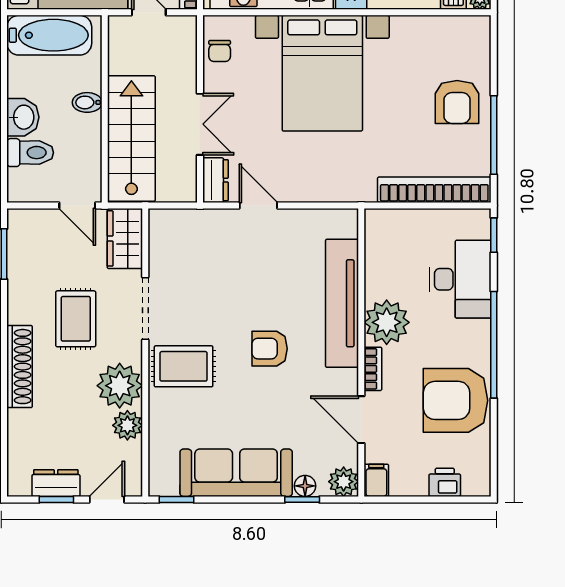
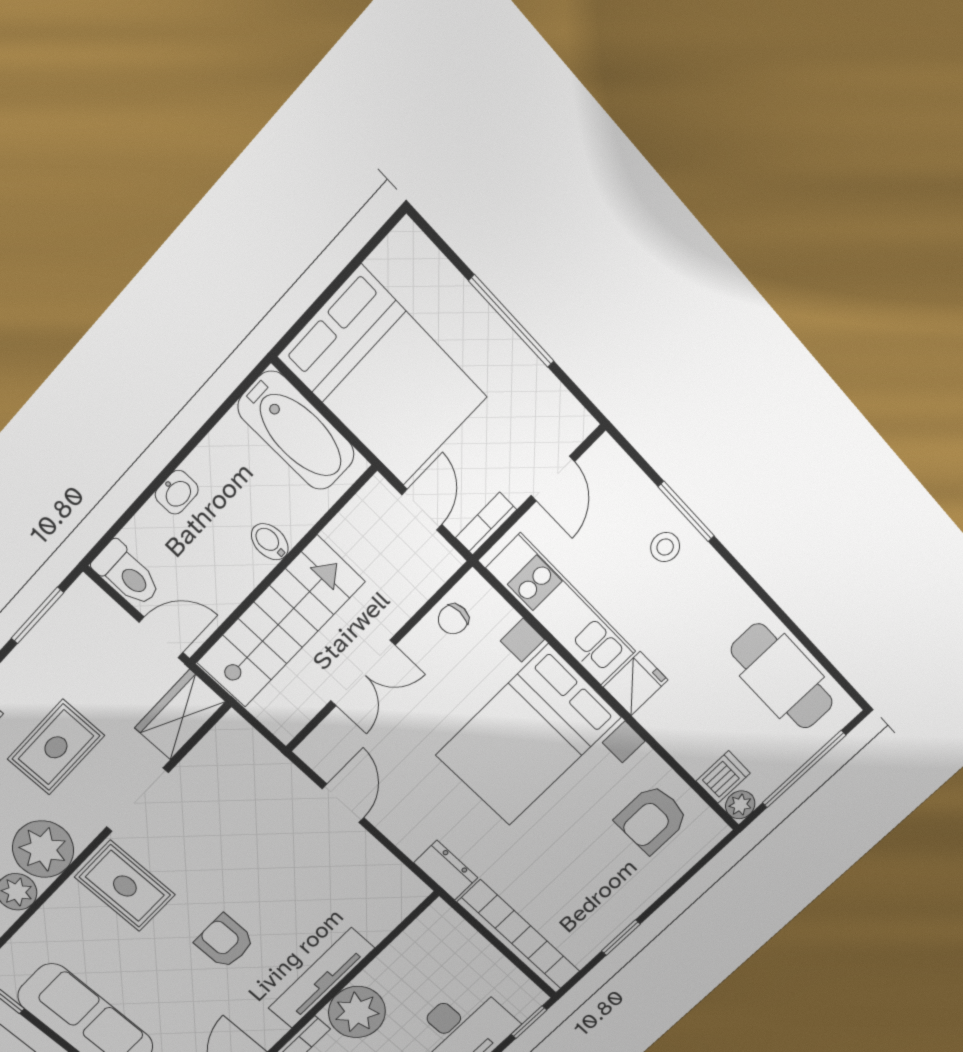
armchair: (457, 102) -> (652, 819), moved
washbasin: (23, 117) -> (177, 492), width x0.72, depth x0.69
window: (494, 135) -> (621, 938), width x0.46
toilet: (30, 153) -> (127, 574), moved
dresser: (215, 180) -> (446, 870), moved, turned -90
door: (77, 205) -> (161, 637), swing flipped
tv unit: (342, 303) -> (321, 978), width x0.73, depth x0.78

